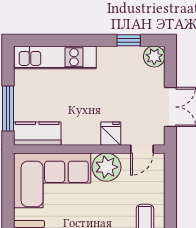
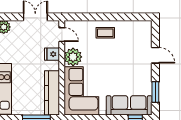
kitchen counter: (37, 134) -> (52, 93), width x1.50

